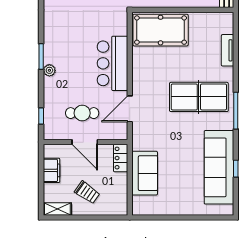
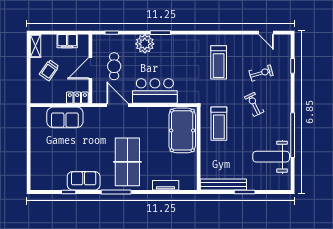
plant: (49, 70) -> (145, 44), width x1.88, depth x1.88
sofa: (219, 167) -> (84, 181), width x0.54, depth x0.79

